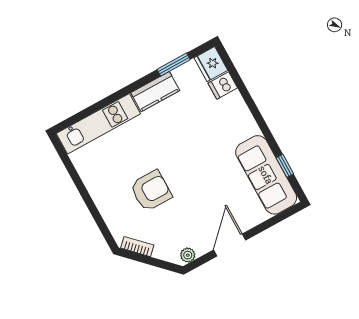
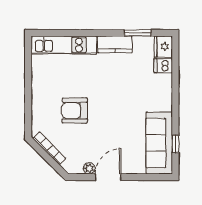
armchair: (151, 191) -> (75, 111), turned 180
bookcase: (137, 247) -> (49, 148), width x1.56
plant: (188, 255) -> (89, 168), moved

